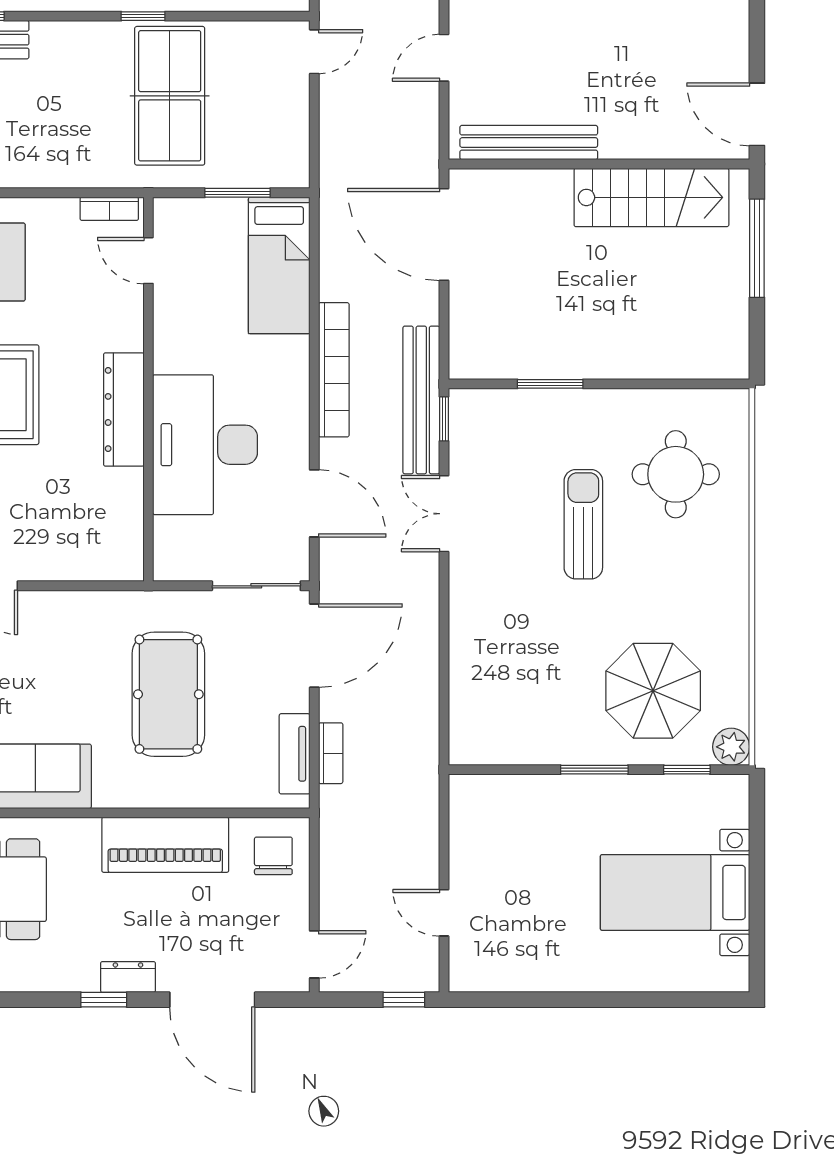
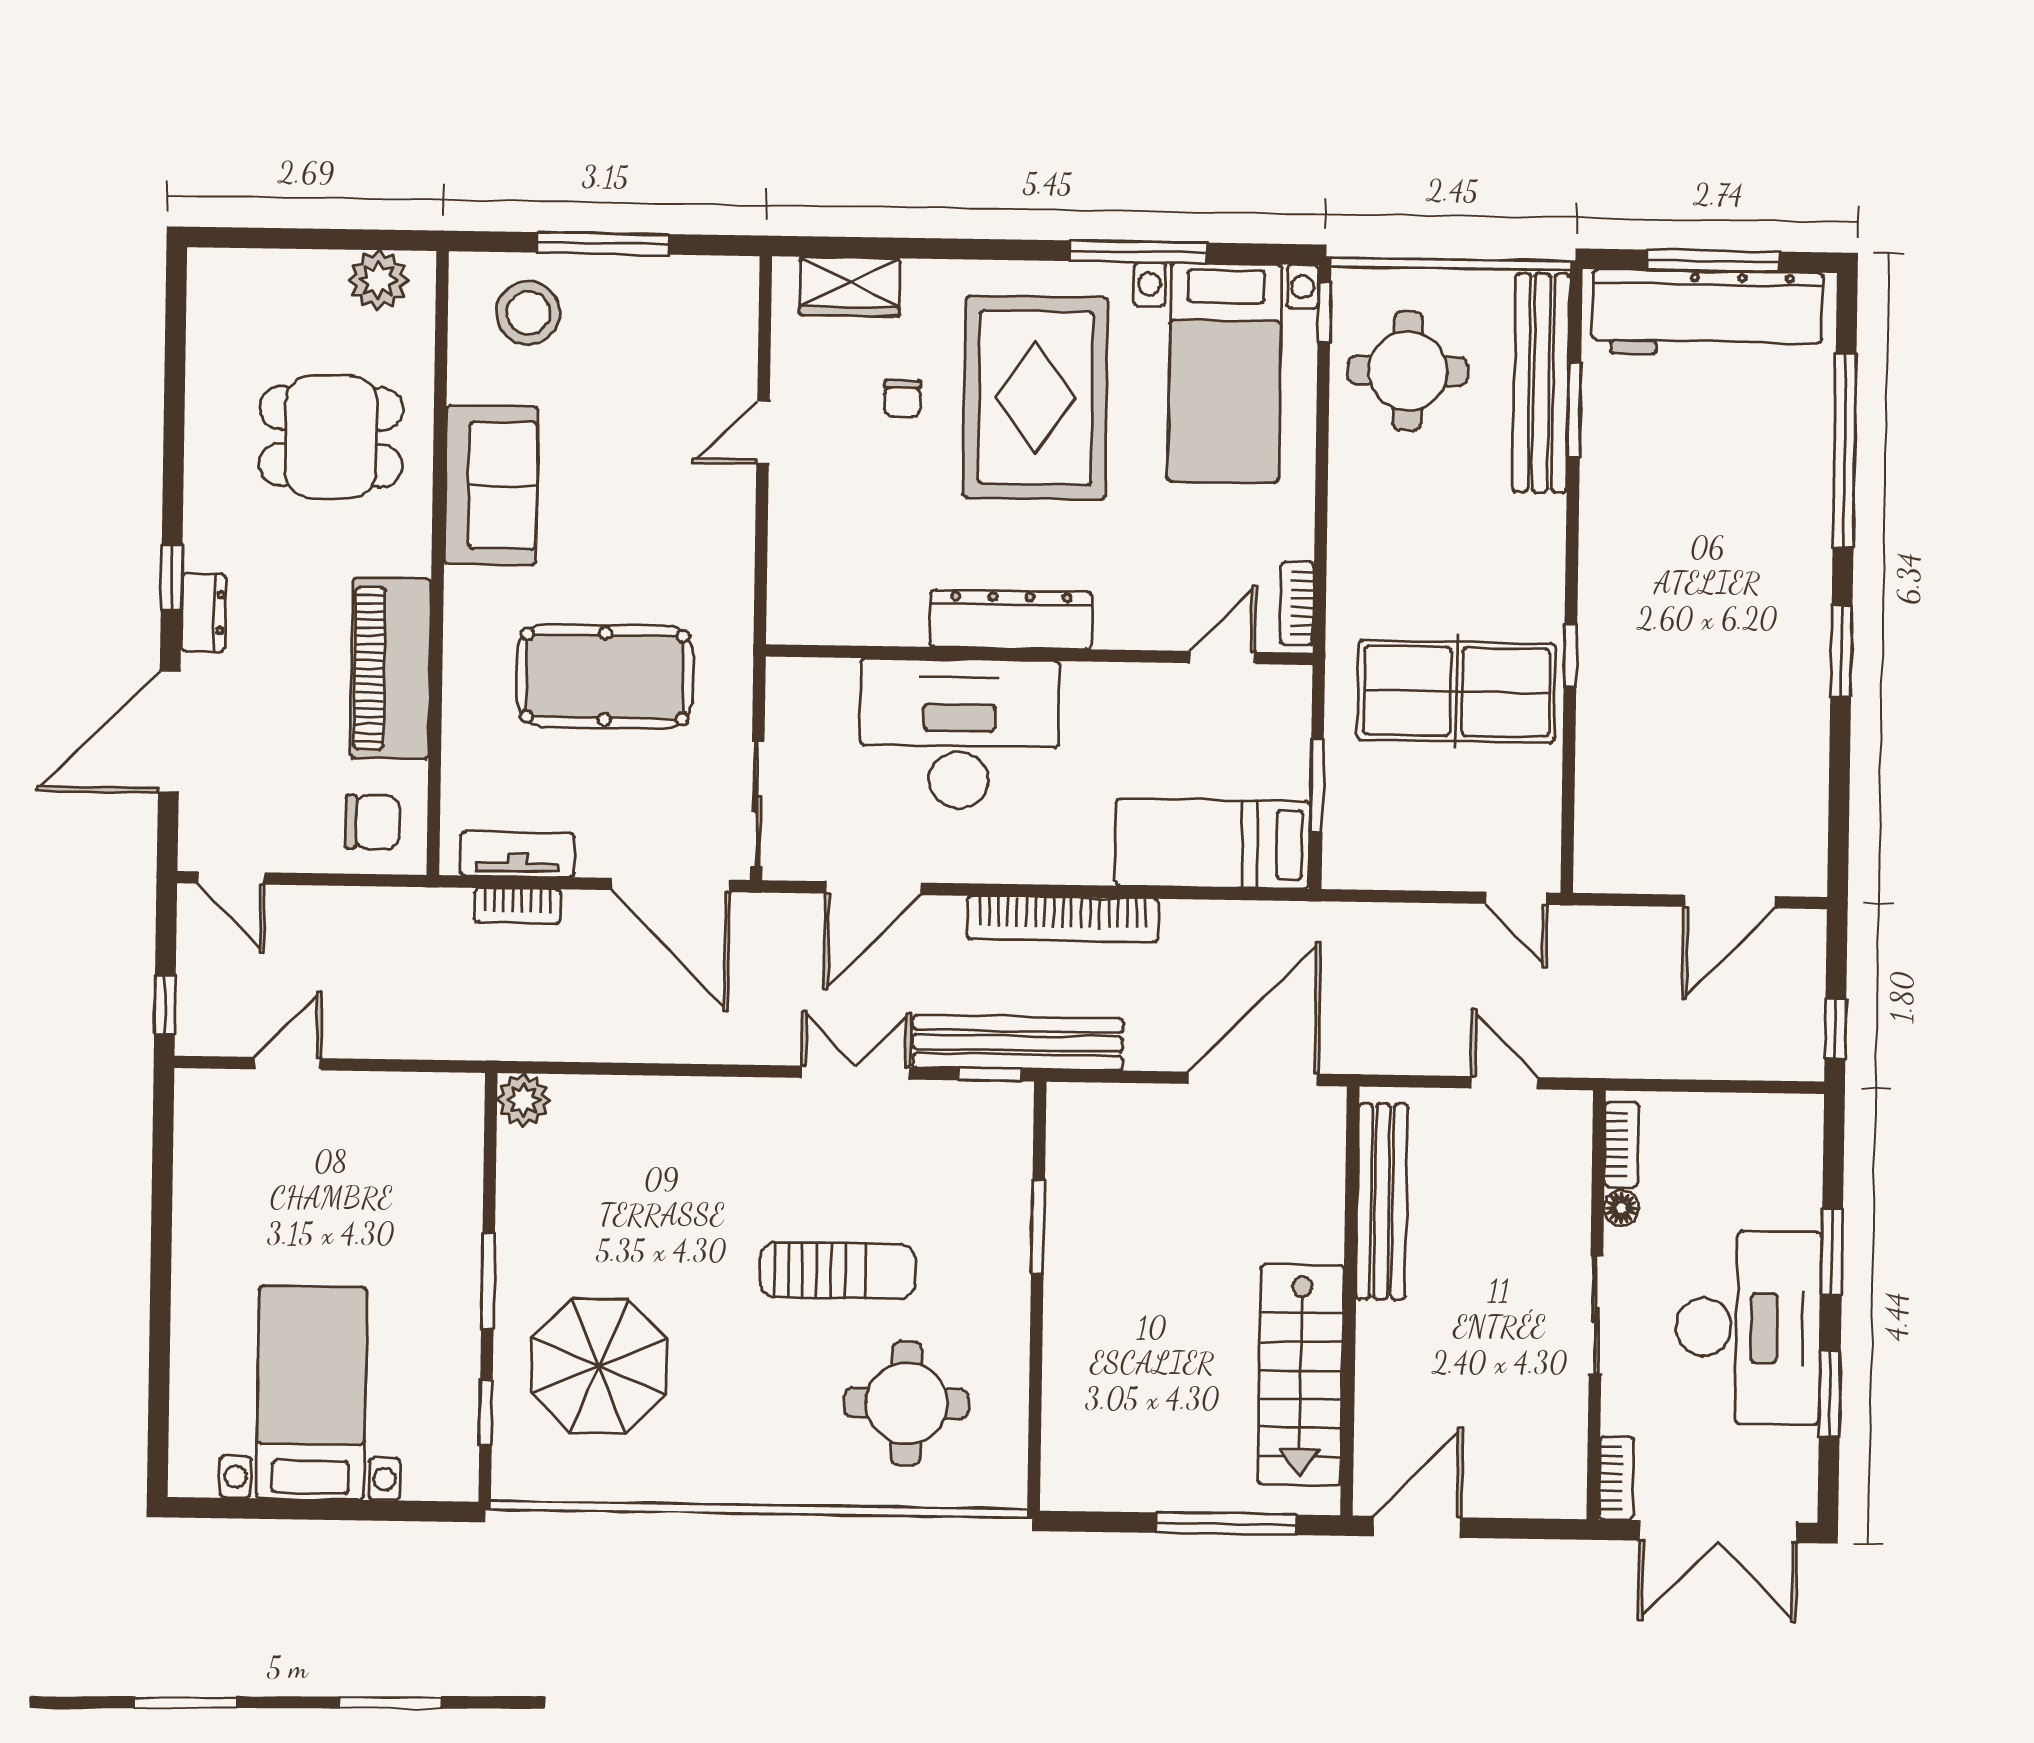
plant: (731, 747) -> (523, 1100), moved

